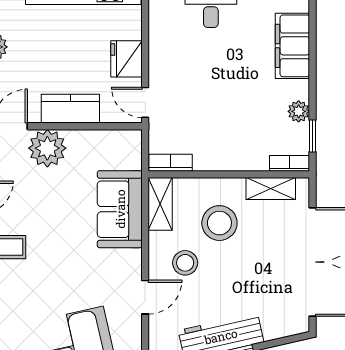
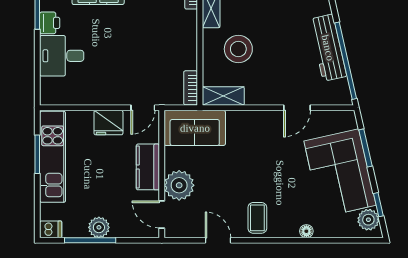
sofa: (120, 209) -> (195, 128), moved
stool: (185, 263) -> (270, 76), removed
door: (145, 297) -> (297, 108), swing flipped

